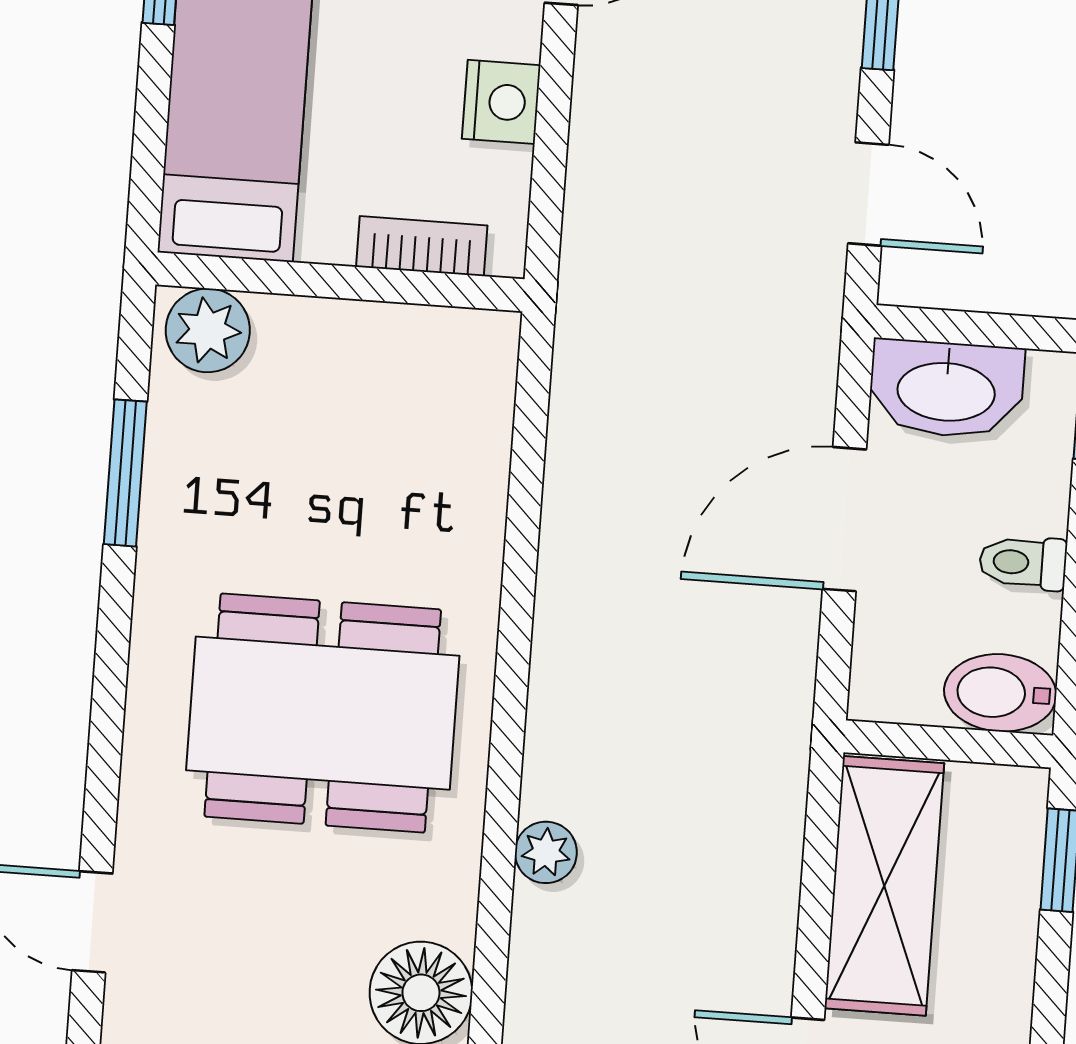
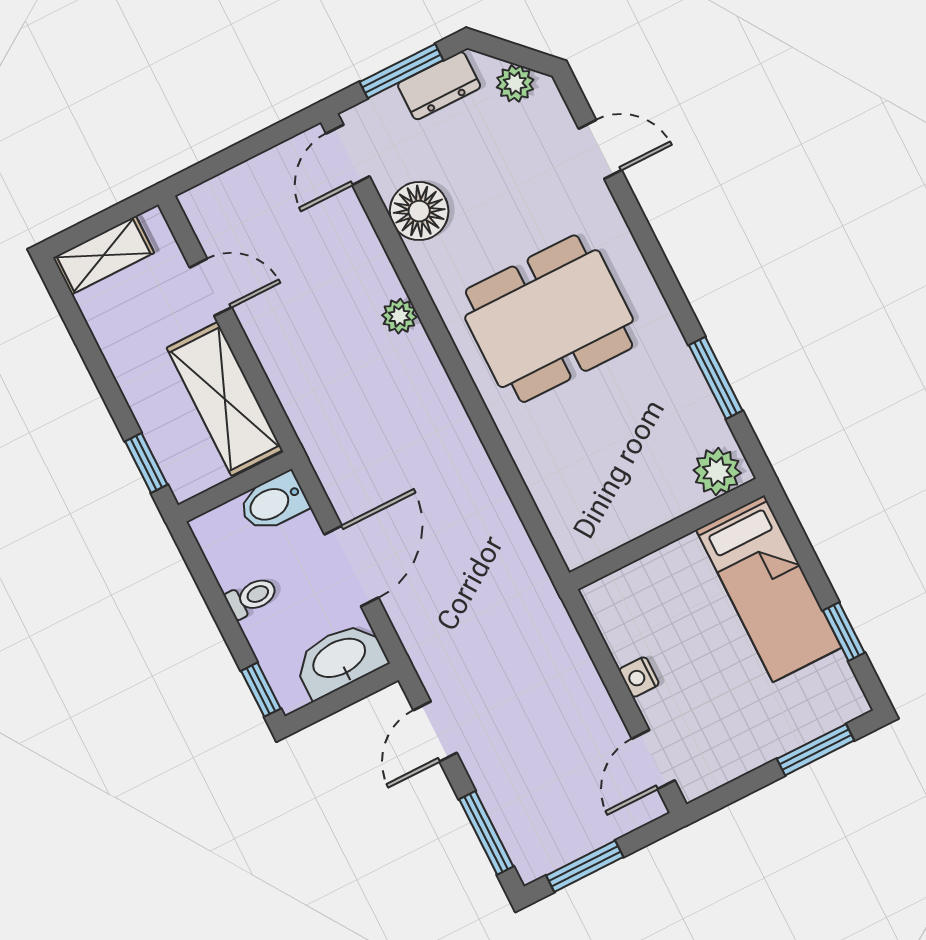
nightstand: (501, 102) -> (639, 677), width x0.72, depth x0.74
door: (868, 194) -> (435, 732), hinge flipped
bookcase: (422, 246) -> (637, 575), removed
bidet: (1000, 693) -> (273, 502), moved, turned 180

